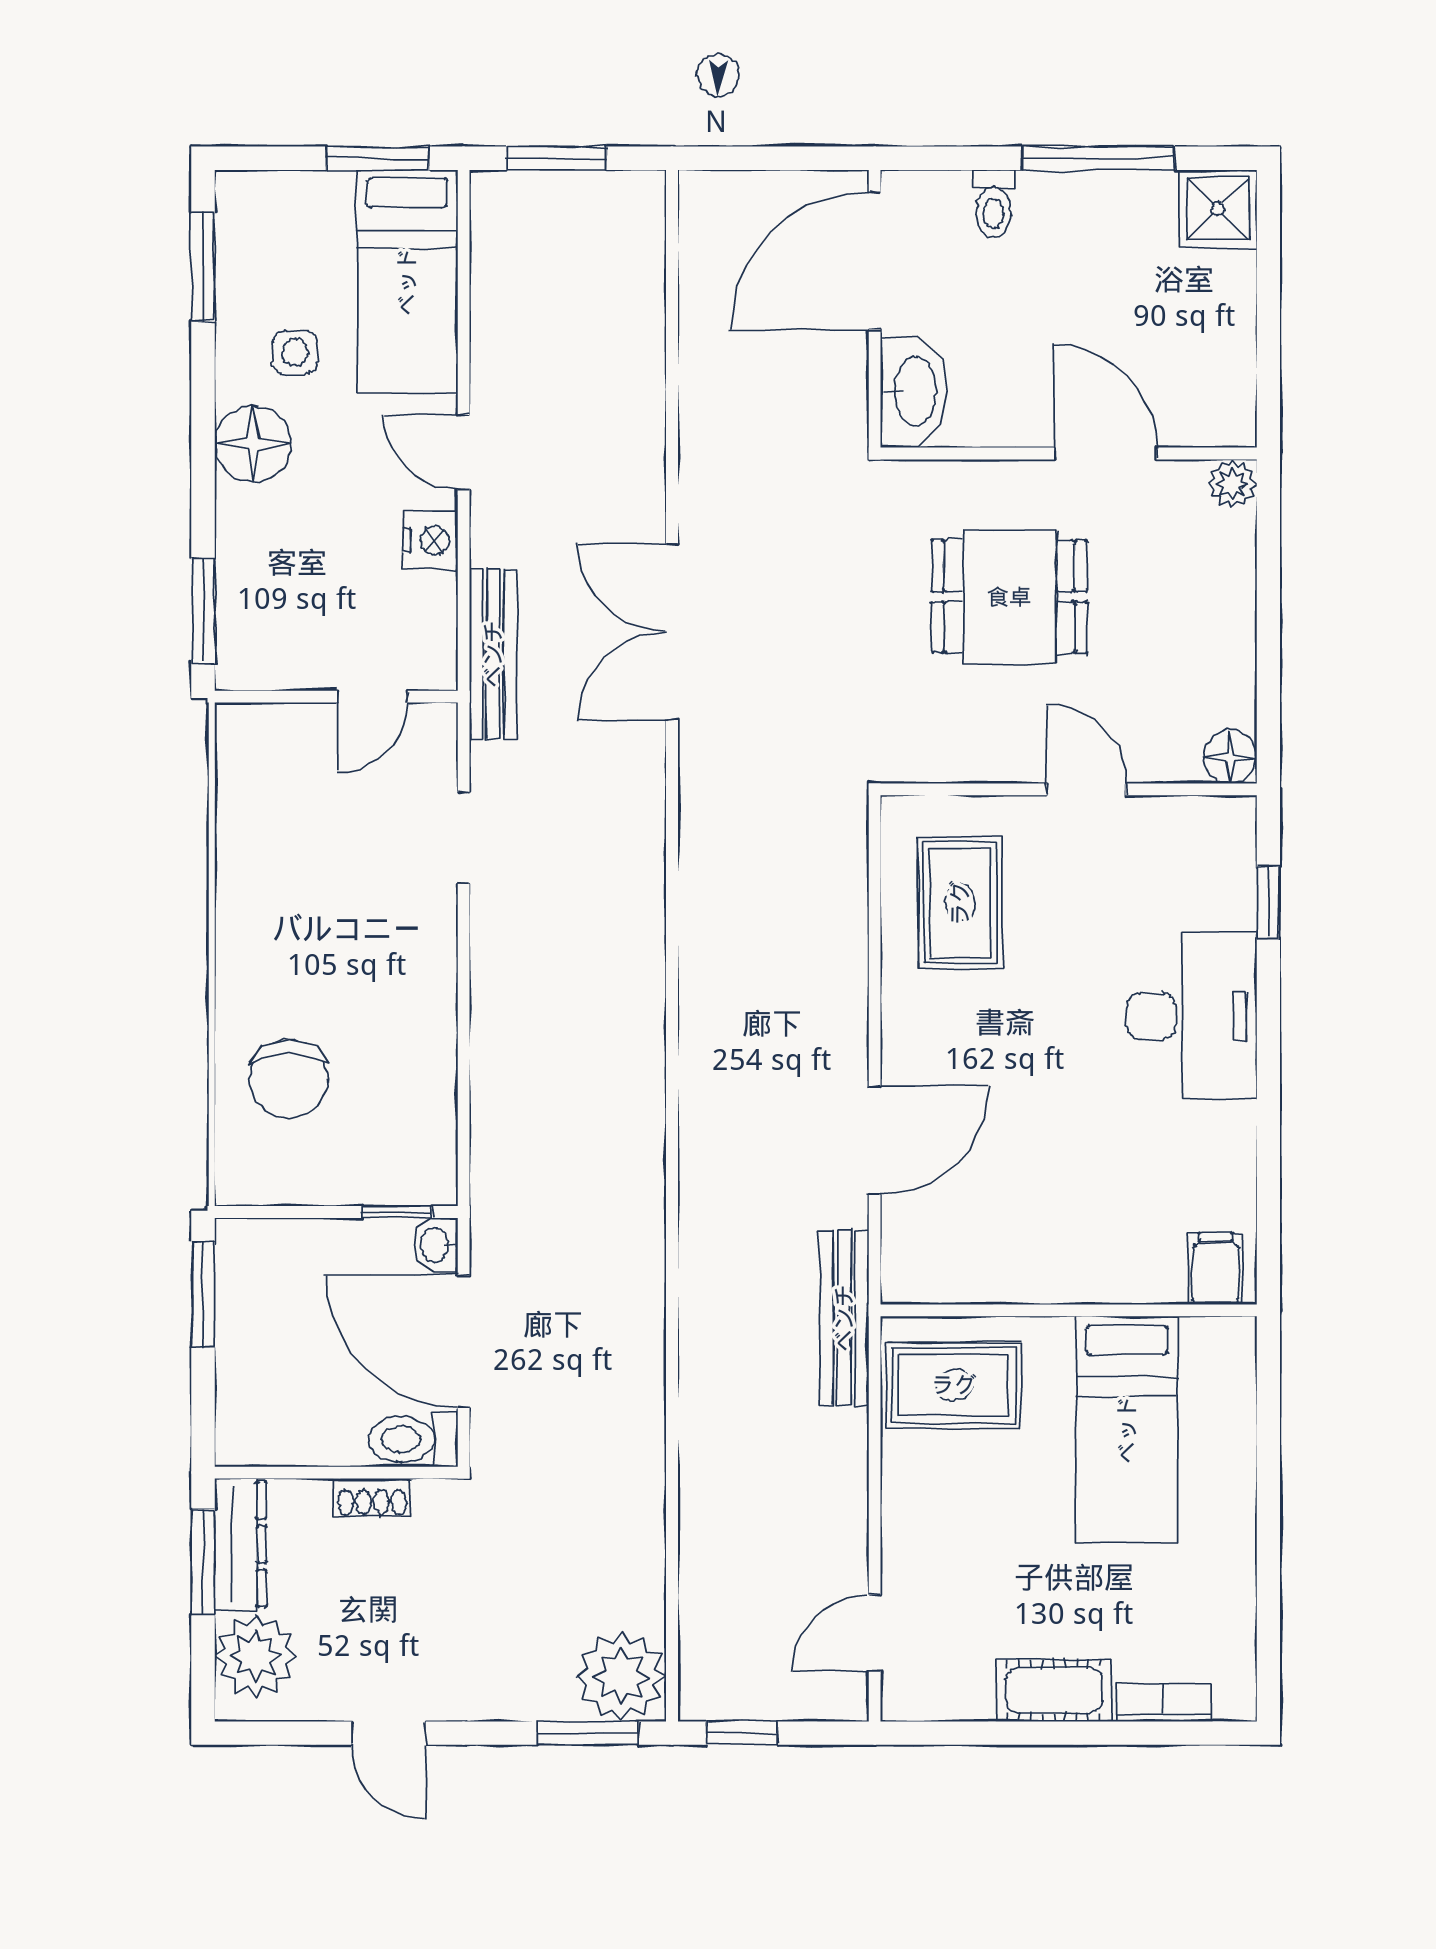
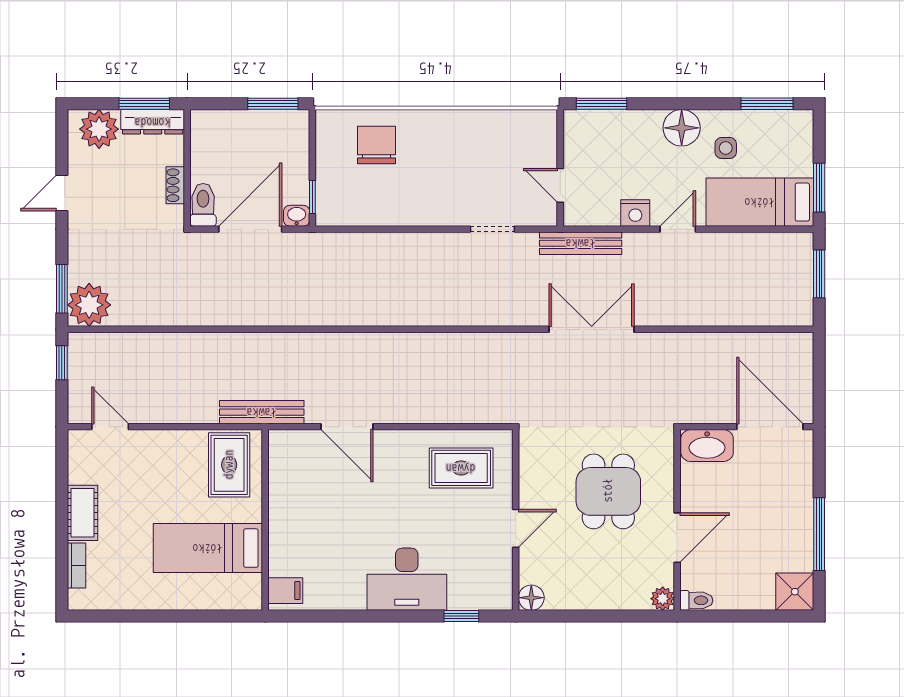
toilet: (993, 204) -> (696, 600), moved, turned 180
chair: (289, 1079) -> (377, 145), turned 90

